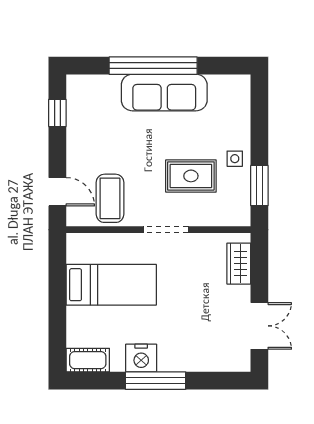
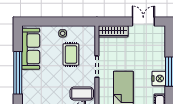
sofa: (164, 93) -> (31, 49), moved
window: (259, 186) -> (76, 21), removed
wardrobe: (239, 264) -> (113, 31), width x1.50

